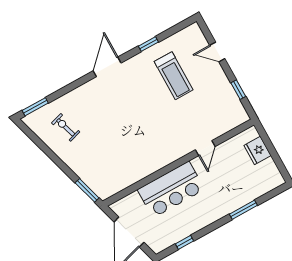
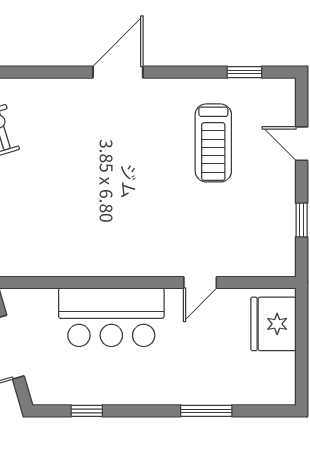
window: (148, 44) -> (244, 72), moved
fridge: (257, 150) -> (273, 324), width x1.36, depth x1.34

